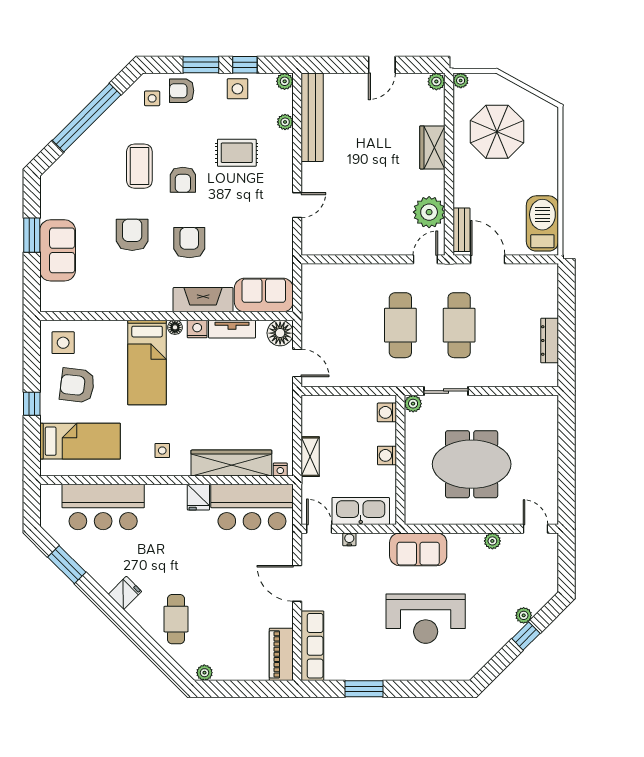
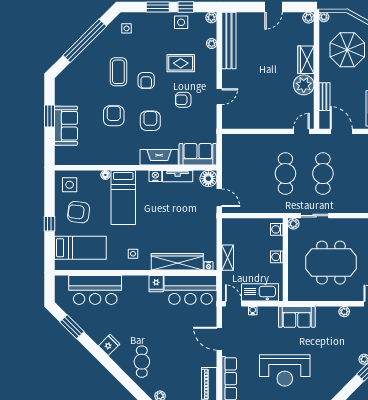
armchair: (182, 91) -> (183, 100), moved
plant: (429, 212) -> (304, 85), moved
bench: (461, 230) -> (324, 97), moved
floor lamp: (175, 327) -> (105, 175), moved
reception desk: (426, 619) -> (285, 370), moved

